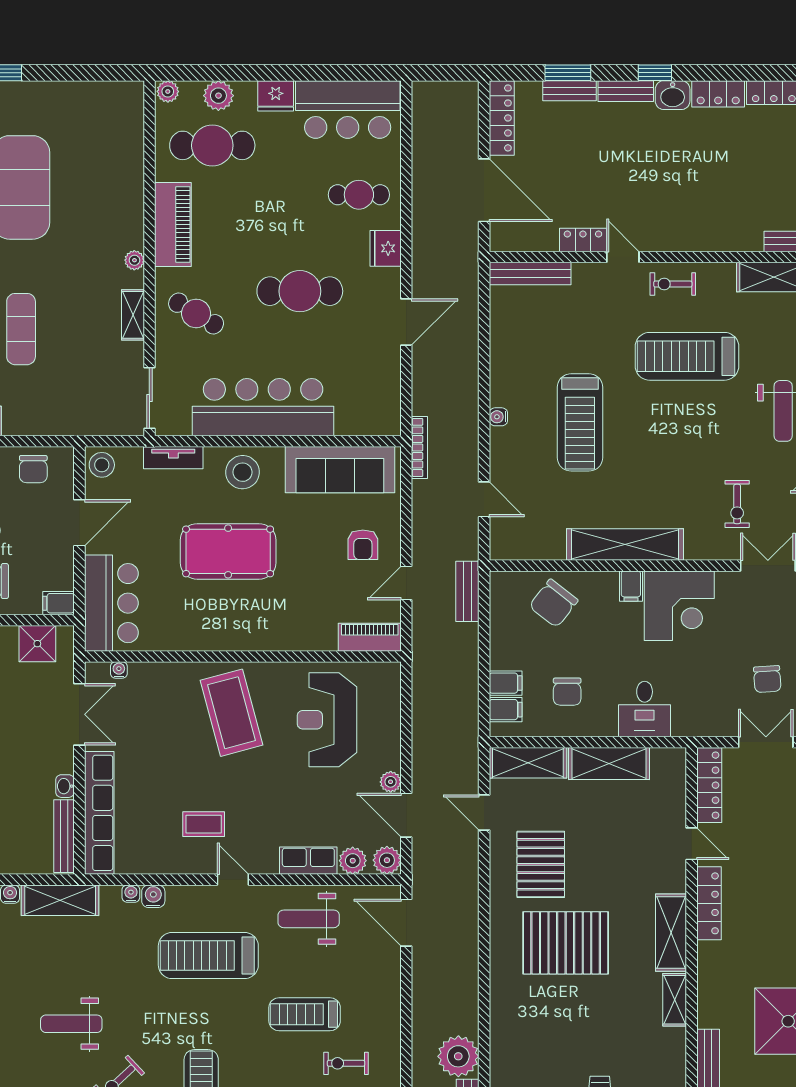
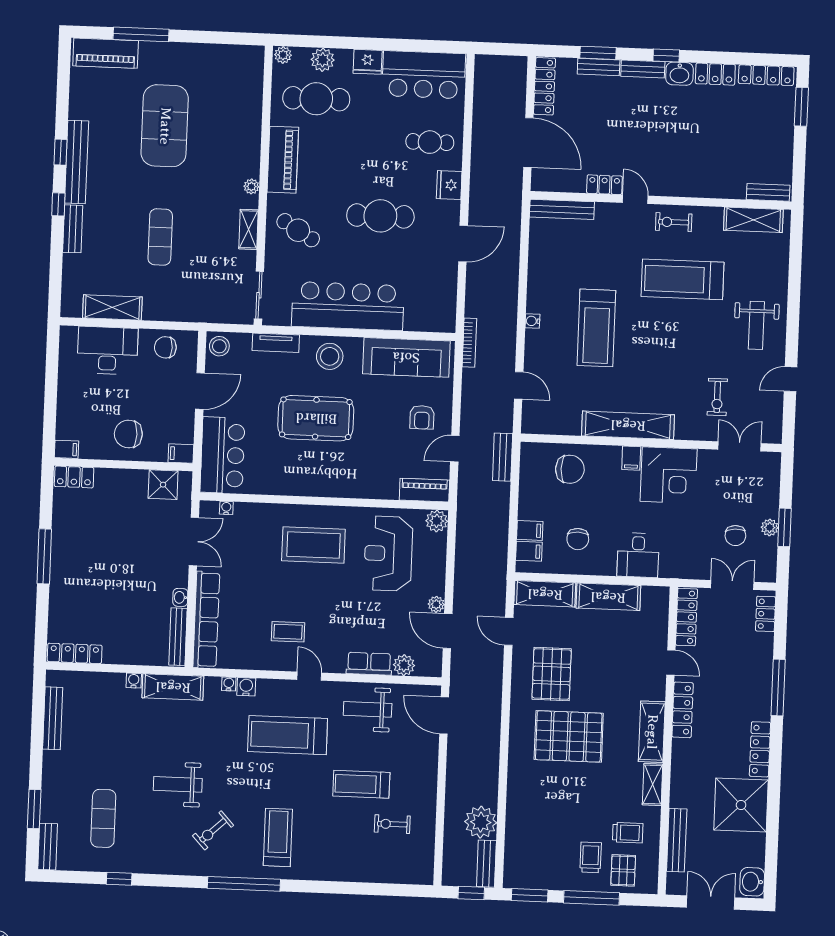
chair: (33, 469) -> (165, 347), turned 90
chair: (553, 603) -> (570, 469), turned -128
coffee table: (231, 713) -> (313, 545), turned -75
plant: (387, 860) -> (437, 521), moved
trolley: (646, 1062) -> (628, 833), added

